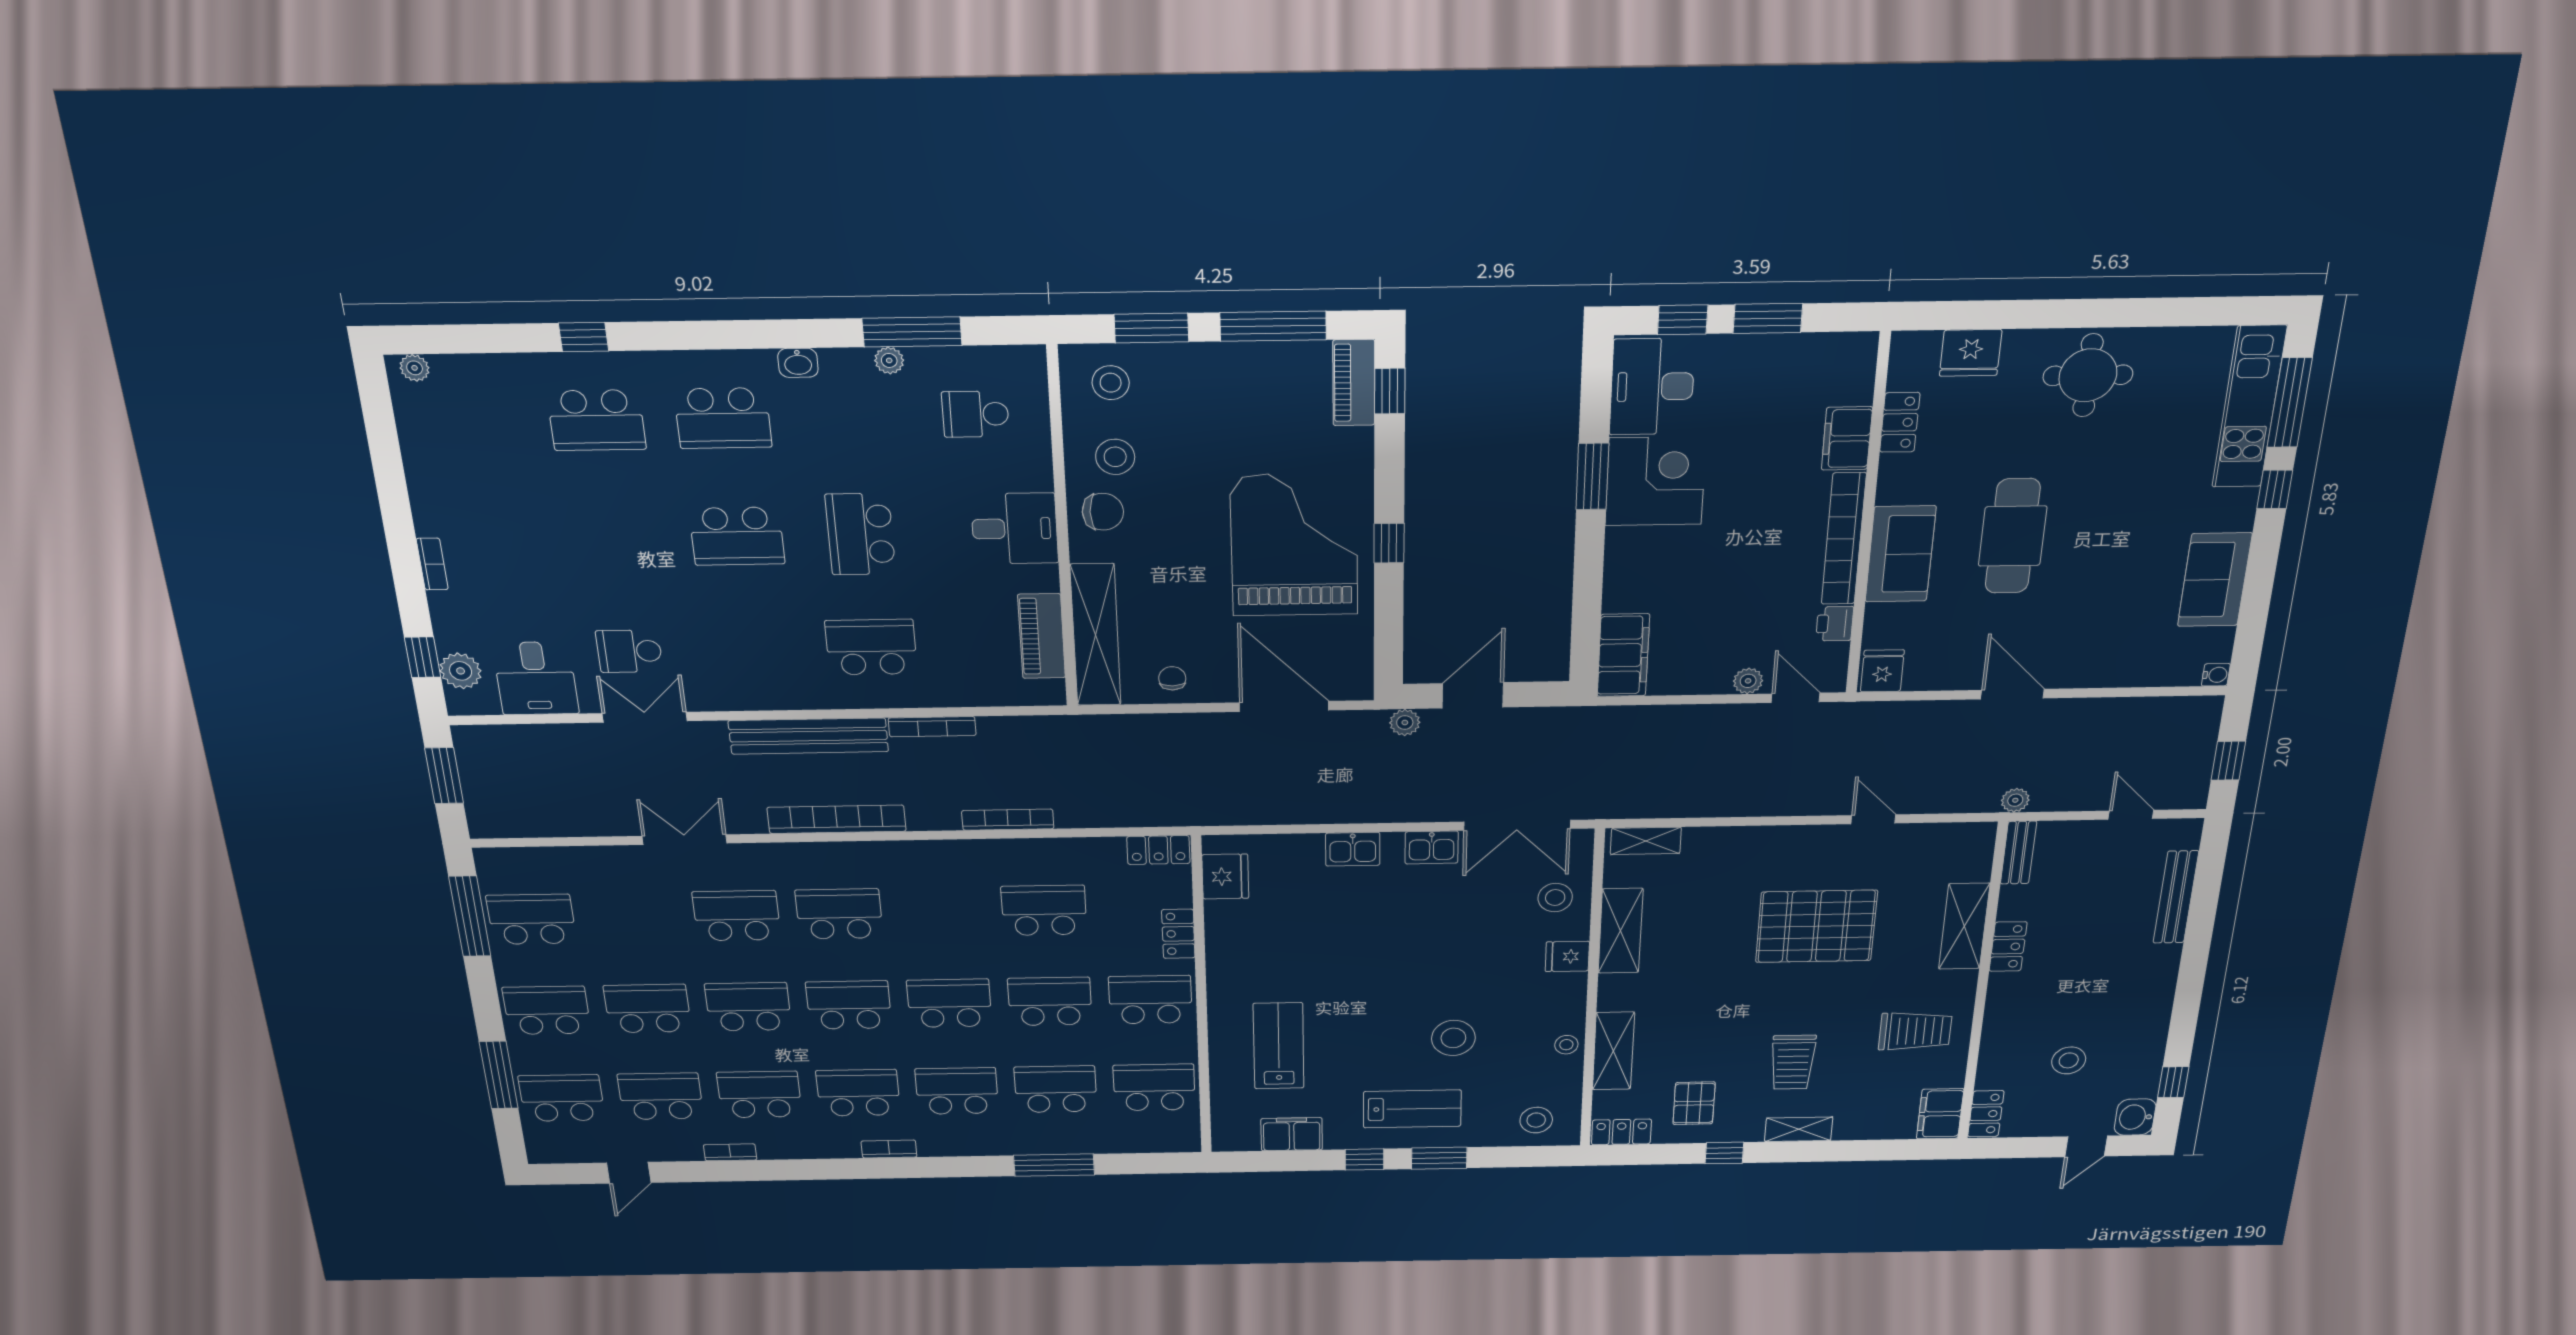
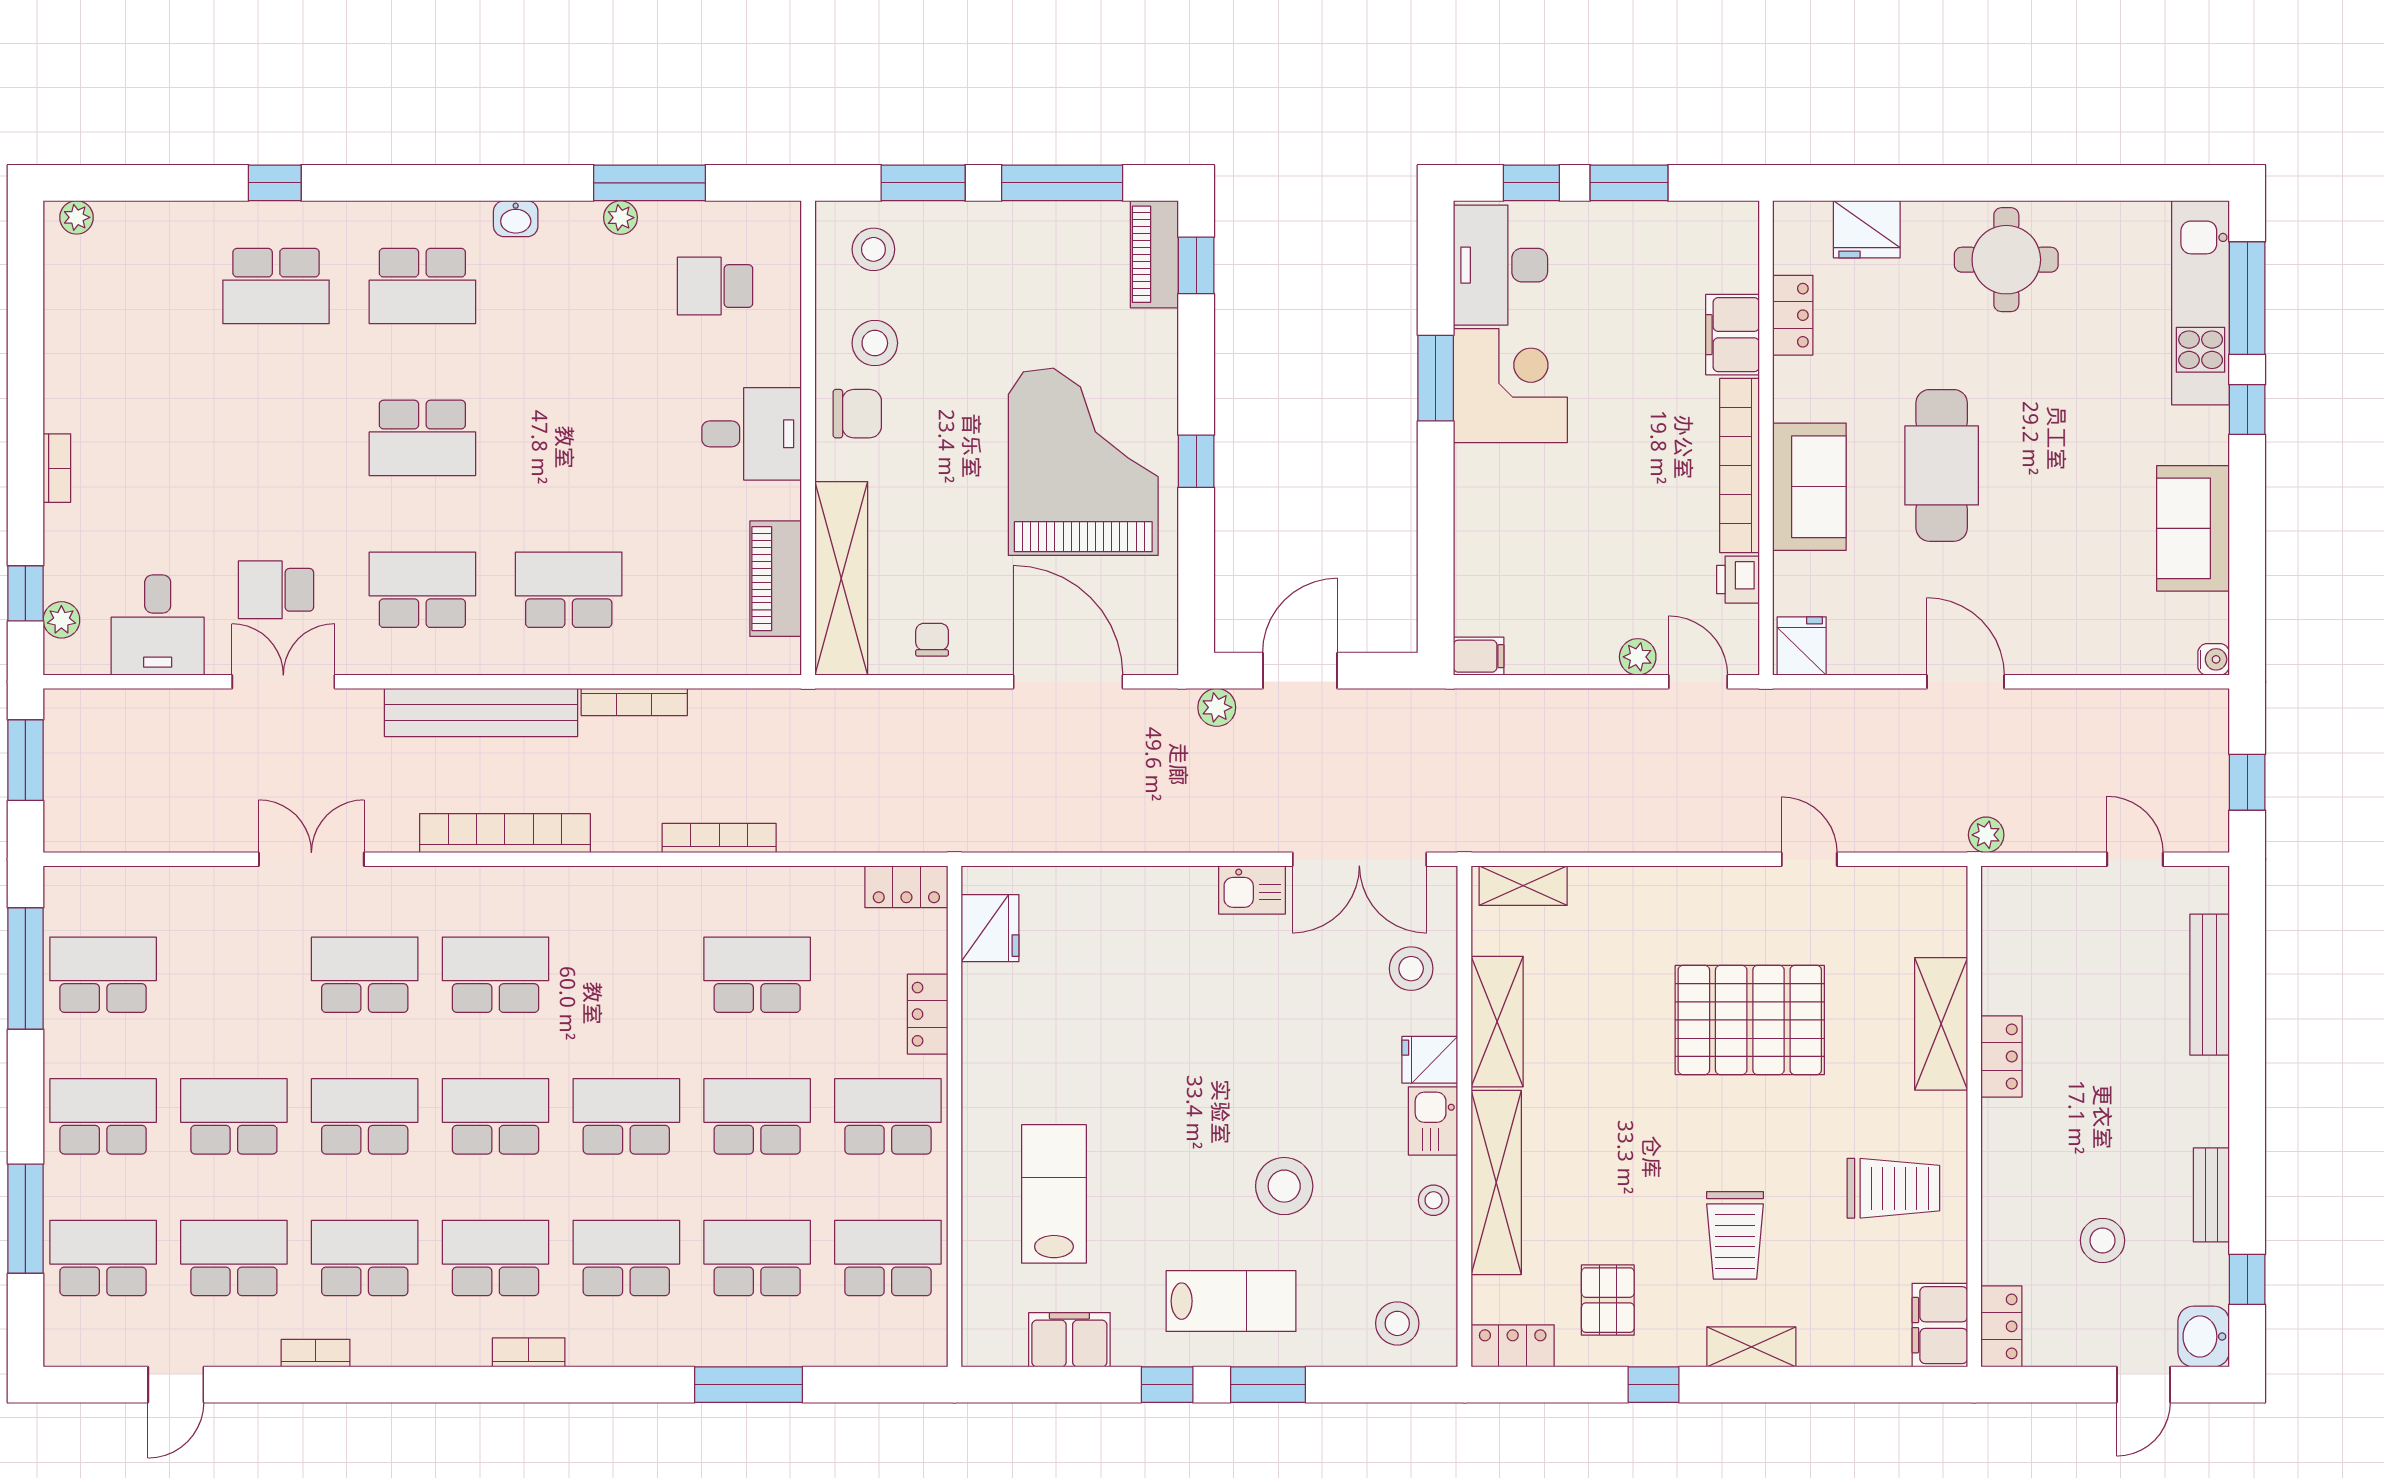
school desk: (860, 534) -> (422, 590), moved, turned 90
filing cabinet: (1623, 655) -> (1479, 656), width x0.33, depth x0.86
plant: (461, 671) -> (61, 620), width x0.73, depth x0.73
kitchen sink: (1353, 849) -> (1433, 1121), moved, turned 90
bench: (2018, 853) -> (2211, 1195), moved
shelving: (1613, 1051) -> (1496, 1182), width x1.47

